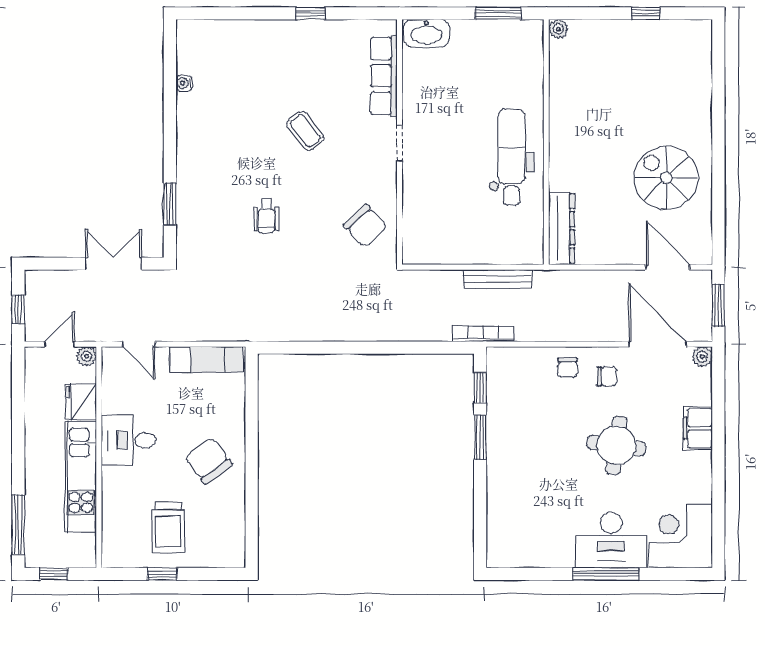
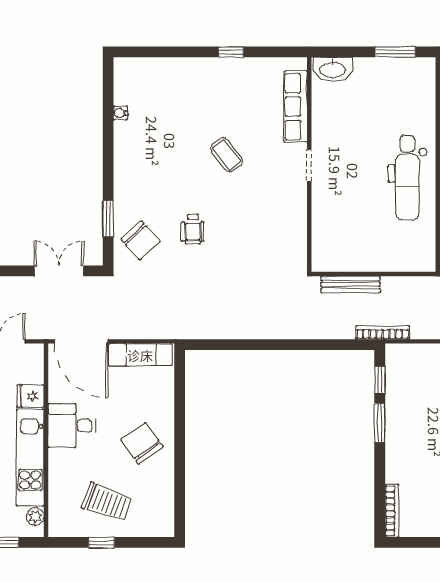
dental chair: (512, 157) -> (407, 178), turned 180
chair: (365, 226) -> (141, 240), moved
bench: (498, 279) -> (351, 284), moved
door: (139, 344) -> (81, 341), width x1.88
plant: (87, 356) -> (35, 517), moved
fridge: (81, 401) -> (30, 396), width x0.72
trolley: (168, 528) -> (107, 502), turned -70
bookcase: (494, 538) -> (392, 511), added

